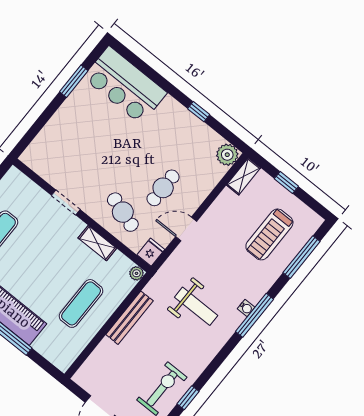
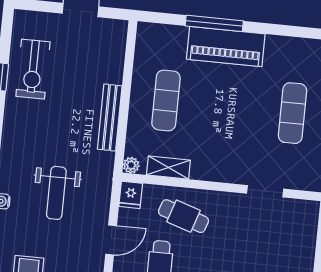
doorway: (66, 202) -> (265, 191), moved
shelving: (97, 243) -> (168, 168), moved
weight bench: (196, 306) -> (56, 193), moved, turned -90

